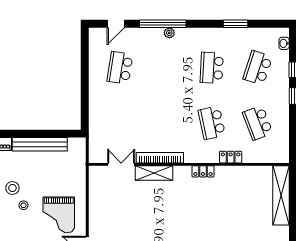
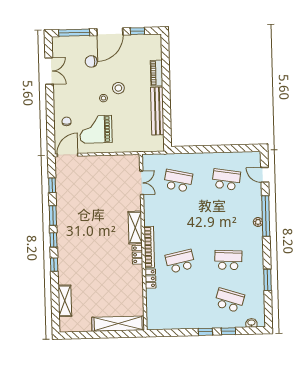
school desk: (258, 123) -> (178, 181), moved, turned 33
bookcase: (160, 158) -> (149, 247), moved
shelving: (154, 173) -> (135, 227), moved

